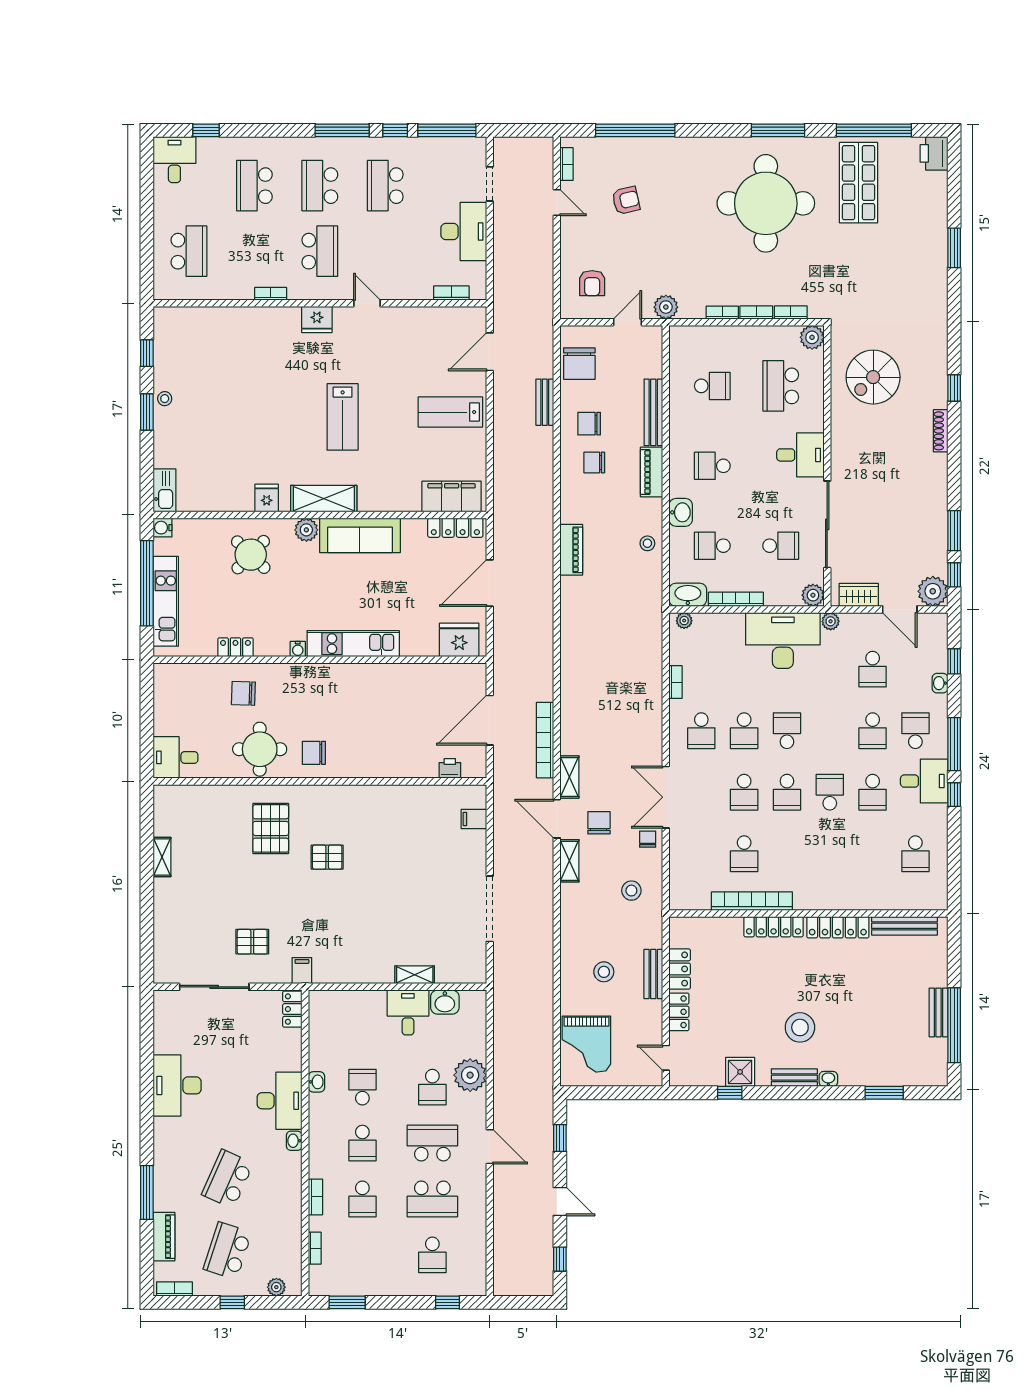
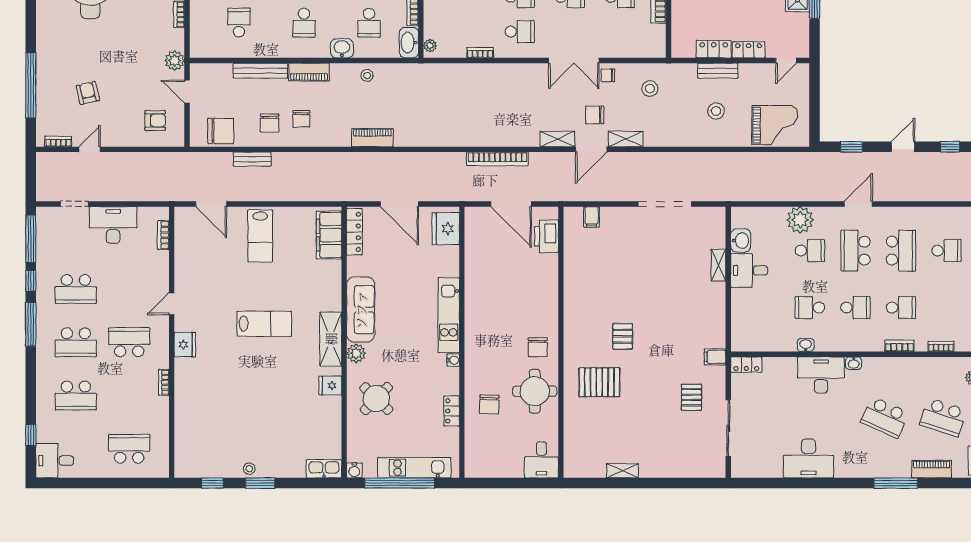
bookcase: (545, 740) -> (497, 159), moved
printer: (450, 768) -> (547, 236), width x1.87, depth x1.48

